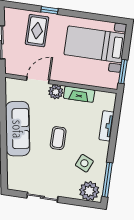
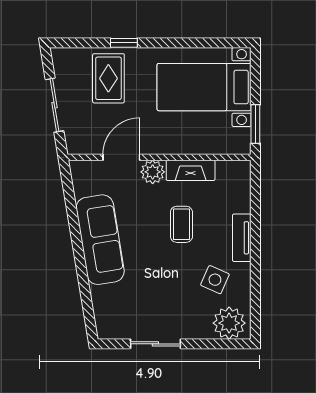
tv unit: (107, 126) -> (242, 238), moved
coffee table: (58, 138) -> (181, 224), moved
window: (107, 180) -> (255, 301), removed

